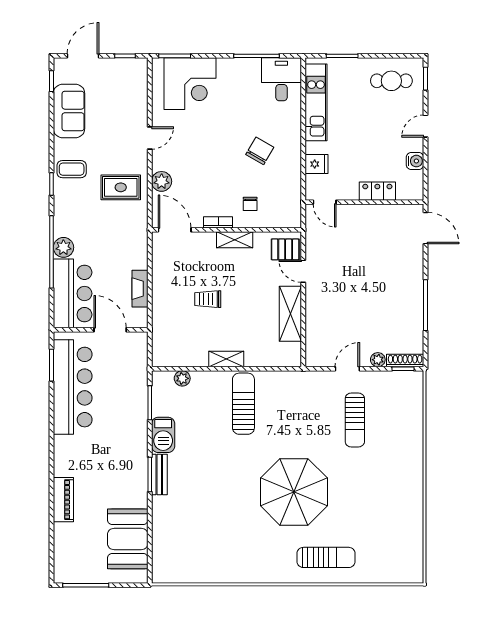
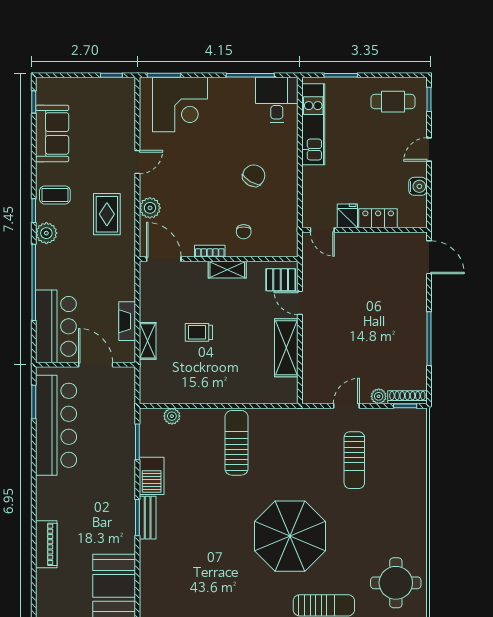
door: (83, 56) -> (67, 75), removed
fridge: (317, 164) -> (347, 216), moved, turned -90
rug: (121, 187) -> (107, 214), turned 90
plant: (63, 247) -> (46, 233), moved
shelving: (226, 359) -> (148, 341), moved, turned 90
round table: (394, 536) -> (396, 583), added

